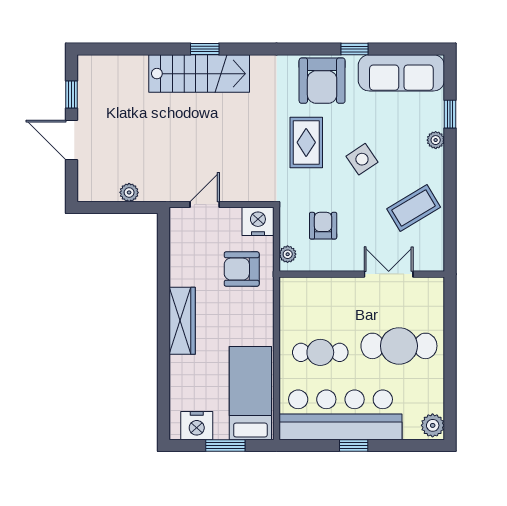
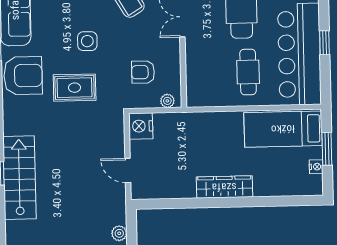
side table: (362, 159) -> (87, 41), turned 35
armchair: (242, 269) -> (180, 139), removed
nightstand: (197, 426) -> (316, 167), width x0.53, depth x0.56

